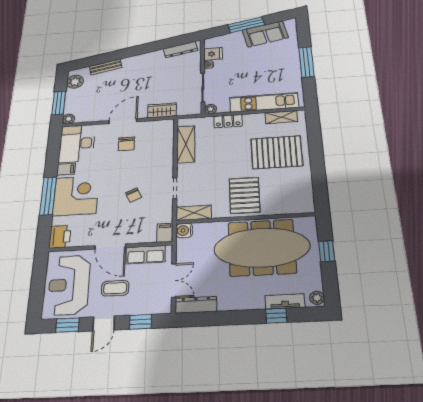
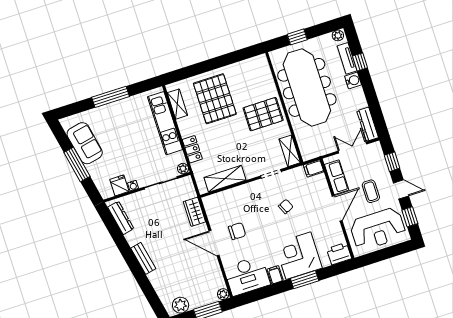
bench: (106, 67) -> (143, 258), moved
window: (48, 196) -> (305, 280), width x0.69
water cooler: (184, 230) -> (353, 80), moved, turned -90

